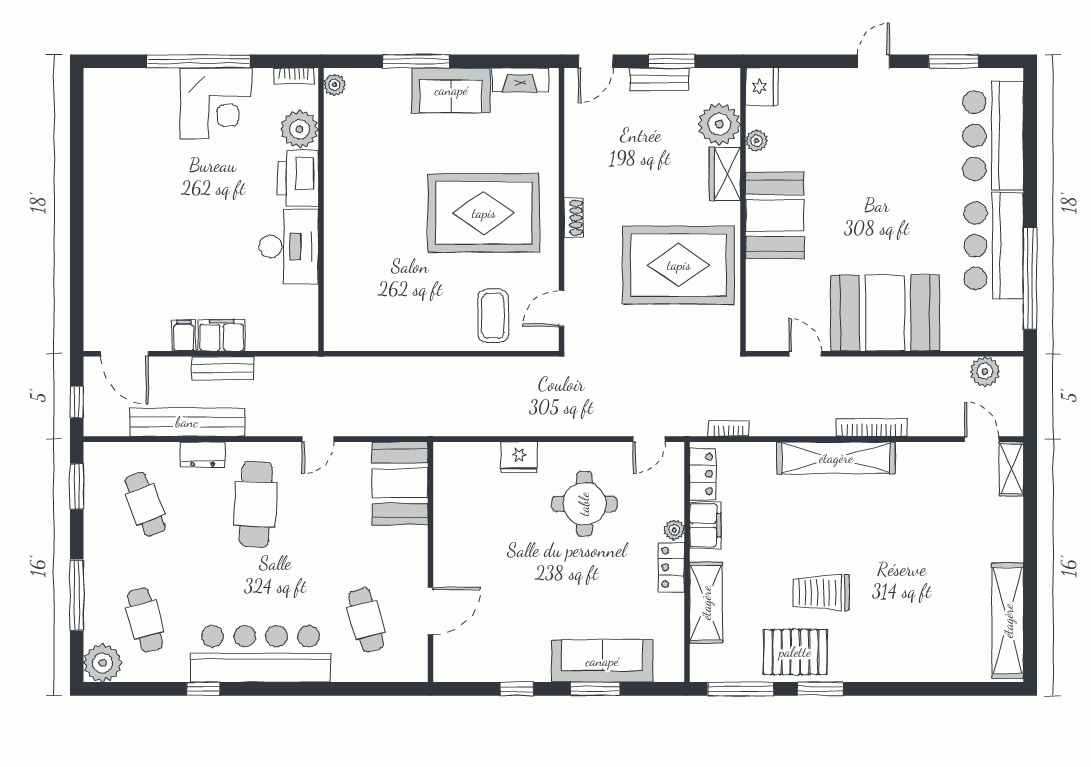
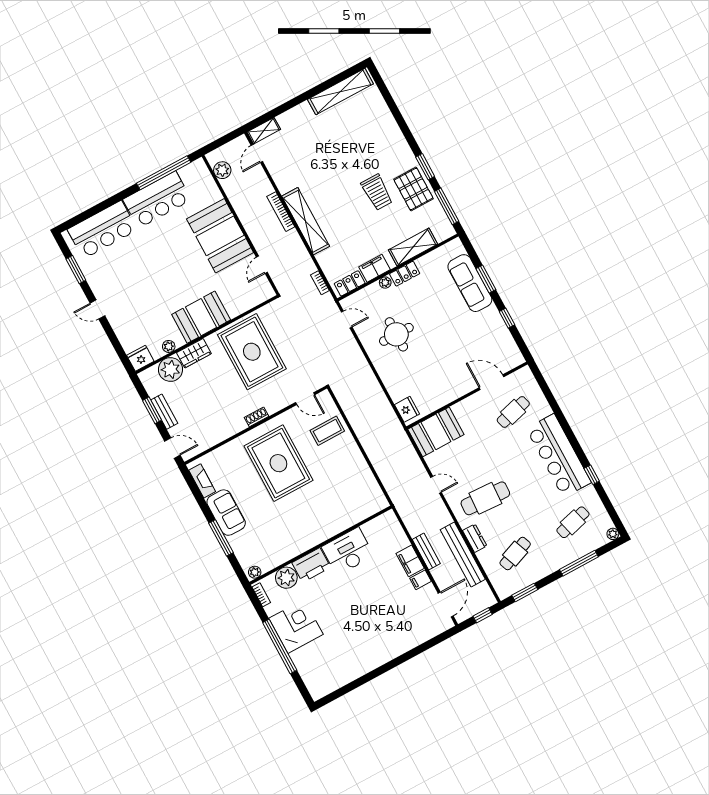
fridge: (519, 457) -> (407, 409), moved
plant: (103, 663) -> (613, 534), width x0.53, depth x0.53

